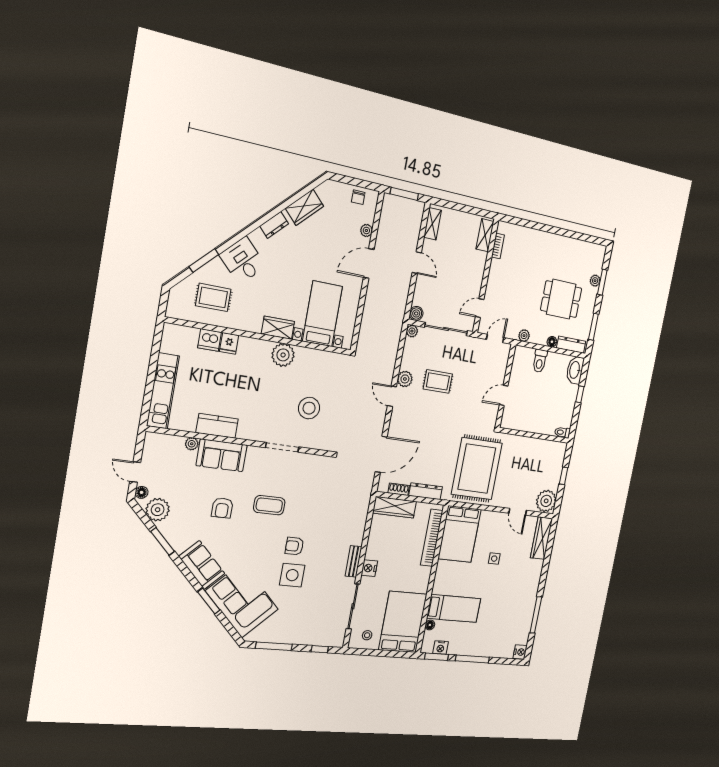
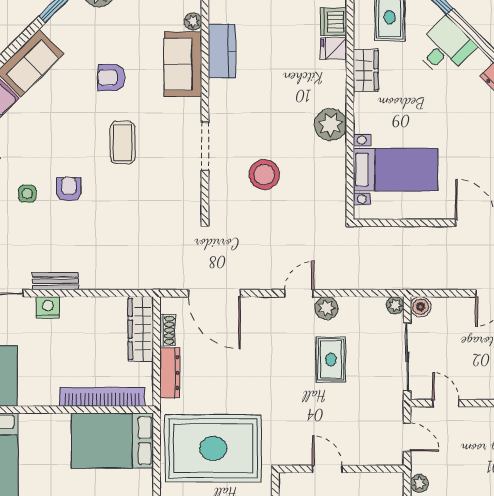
wardrobe: (278, 328) -> (366, 70), moved
side table: (292, 575) -> (27, 194), width x0.54, depth x0.54

